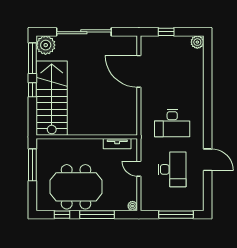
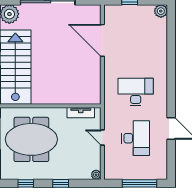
desk: (172, 123) -> (136, 92), turned 180
meeting table: (76, 187) -> (31, 139), moved
window: (97, 215) -> (61, 183), width x0.46

